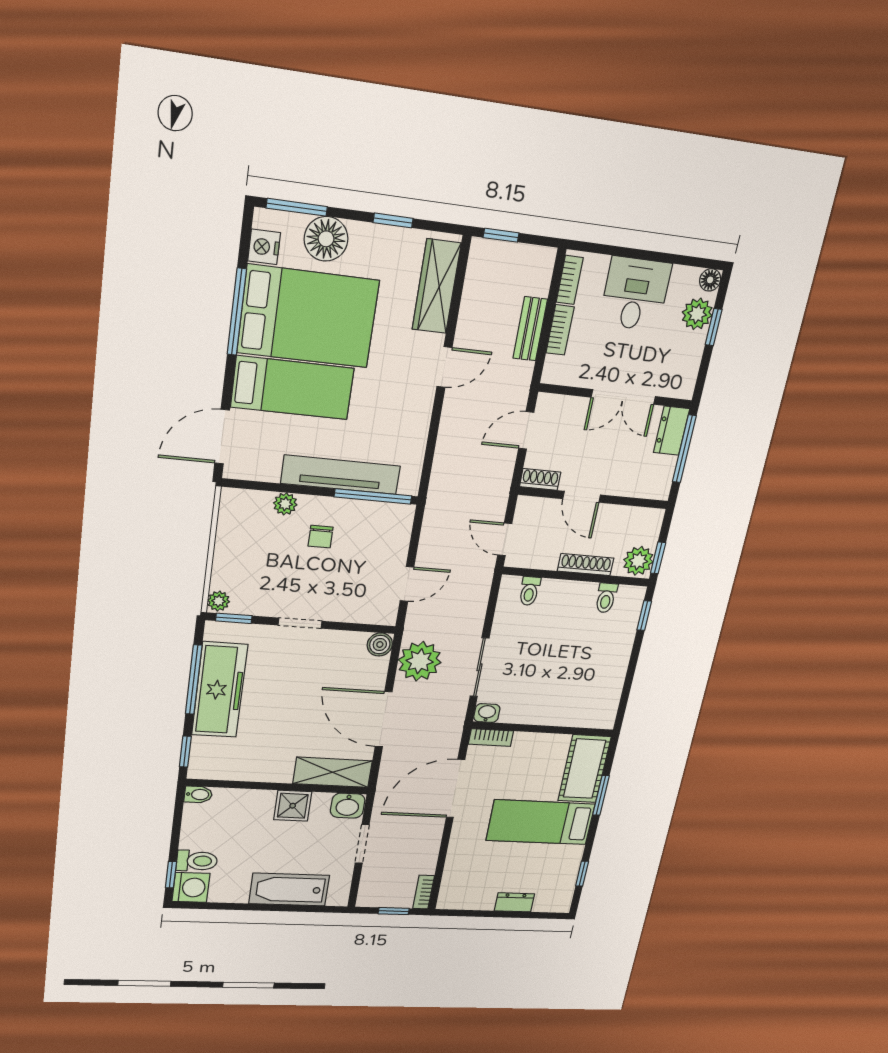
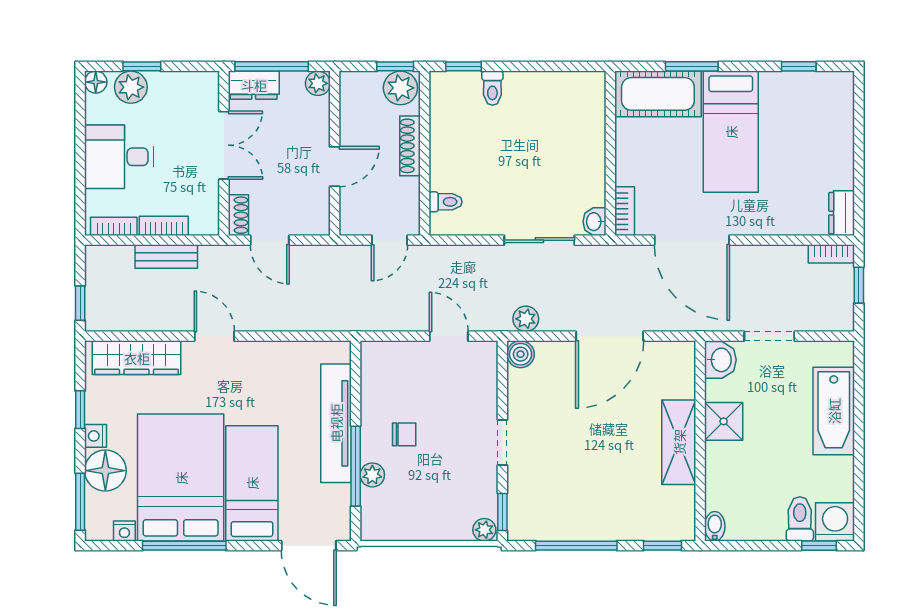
nightstand: (363, 233) -> (96, 436), added
nightstand: (264, 247) -> (124, 531), width x0.72, depth x0.74
shoe rack: (540, 479) -> (238, 215), moved, turned 180
plant: (660, 489) -> (318, 83), added
window: (373, 496) -> (356, 466), moved
toilet: (606, 598) -> (492, 88), moved, turned 90
plant: (420, 661) -> (526, 319), width x0.53, depth x0.53
freezer: (220, 690) -> (586, 518), removed
shelving: (333, 772) -> (679, 442), moved
dresser: (514, 902) -> (842, 213), moved

